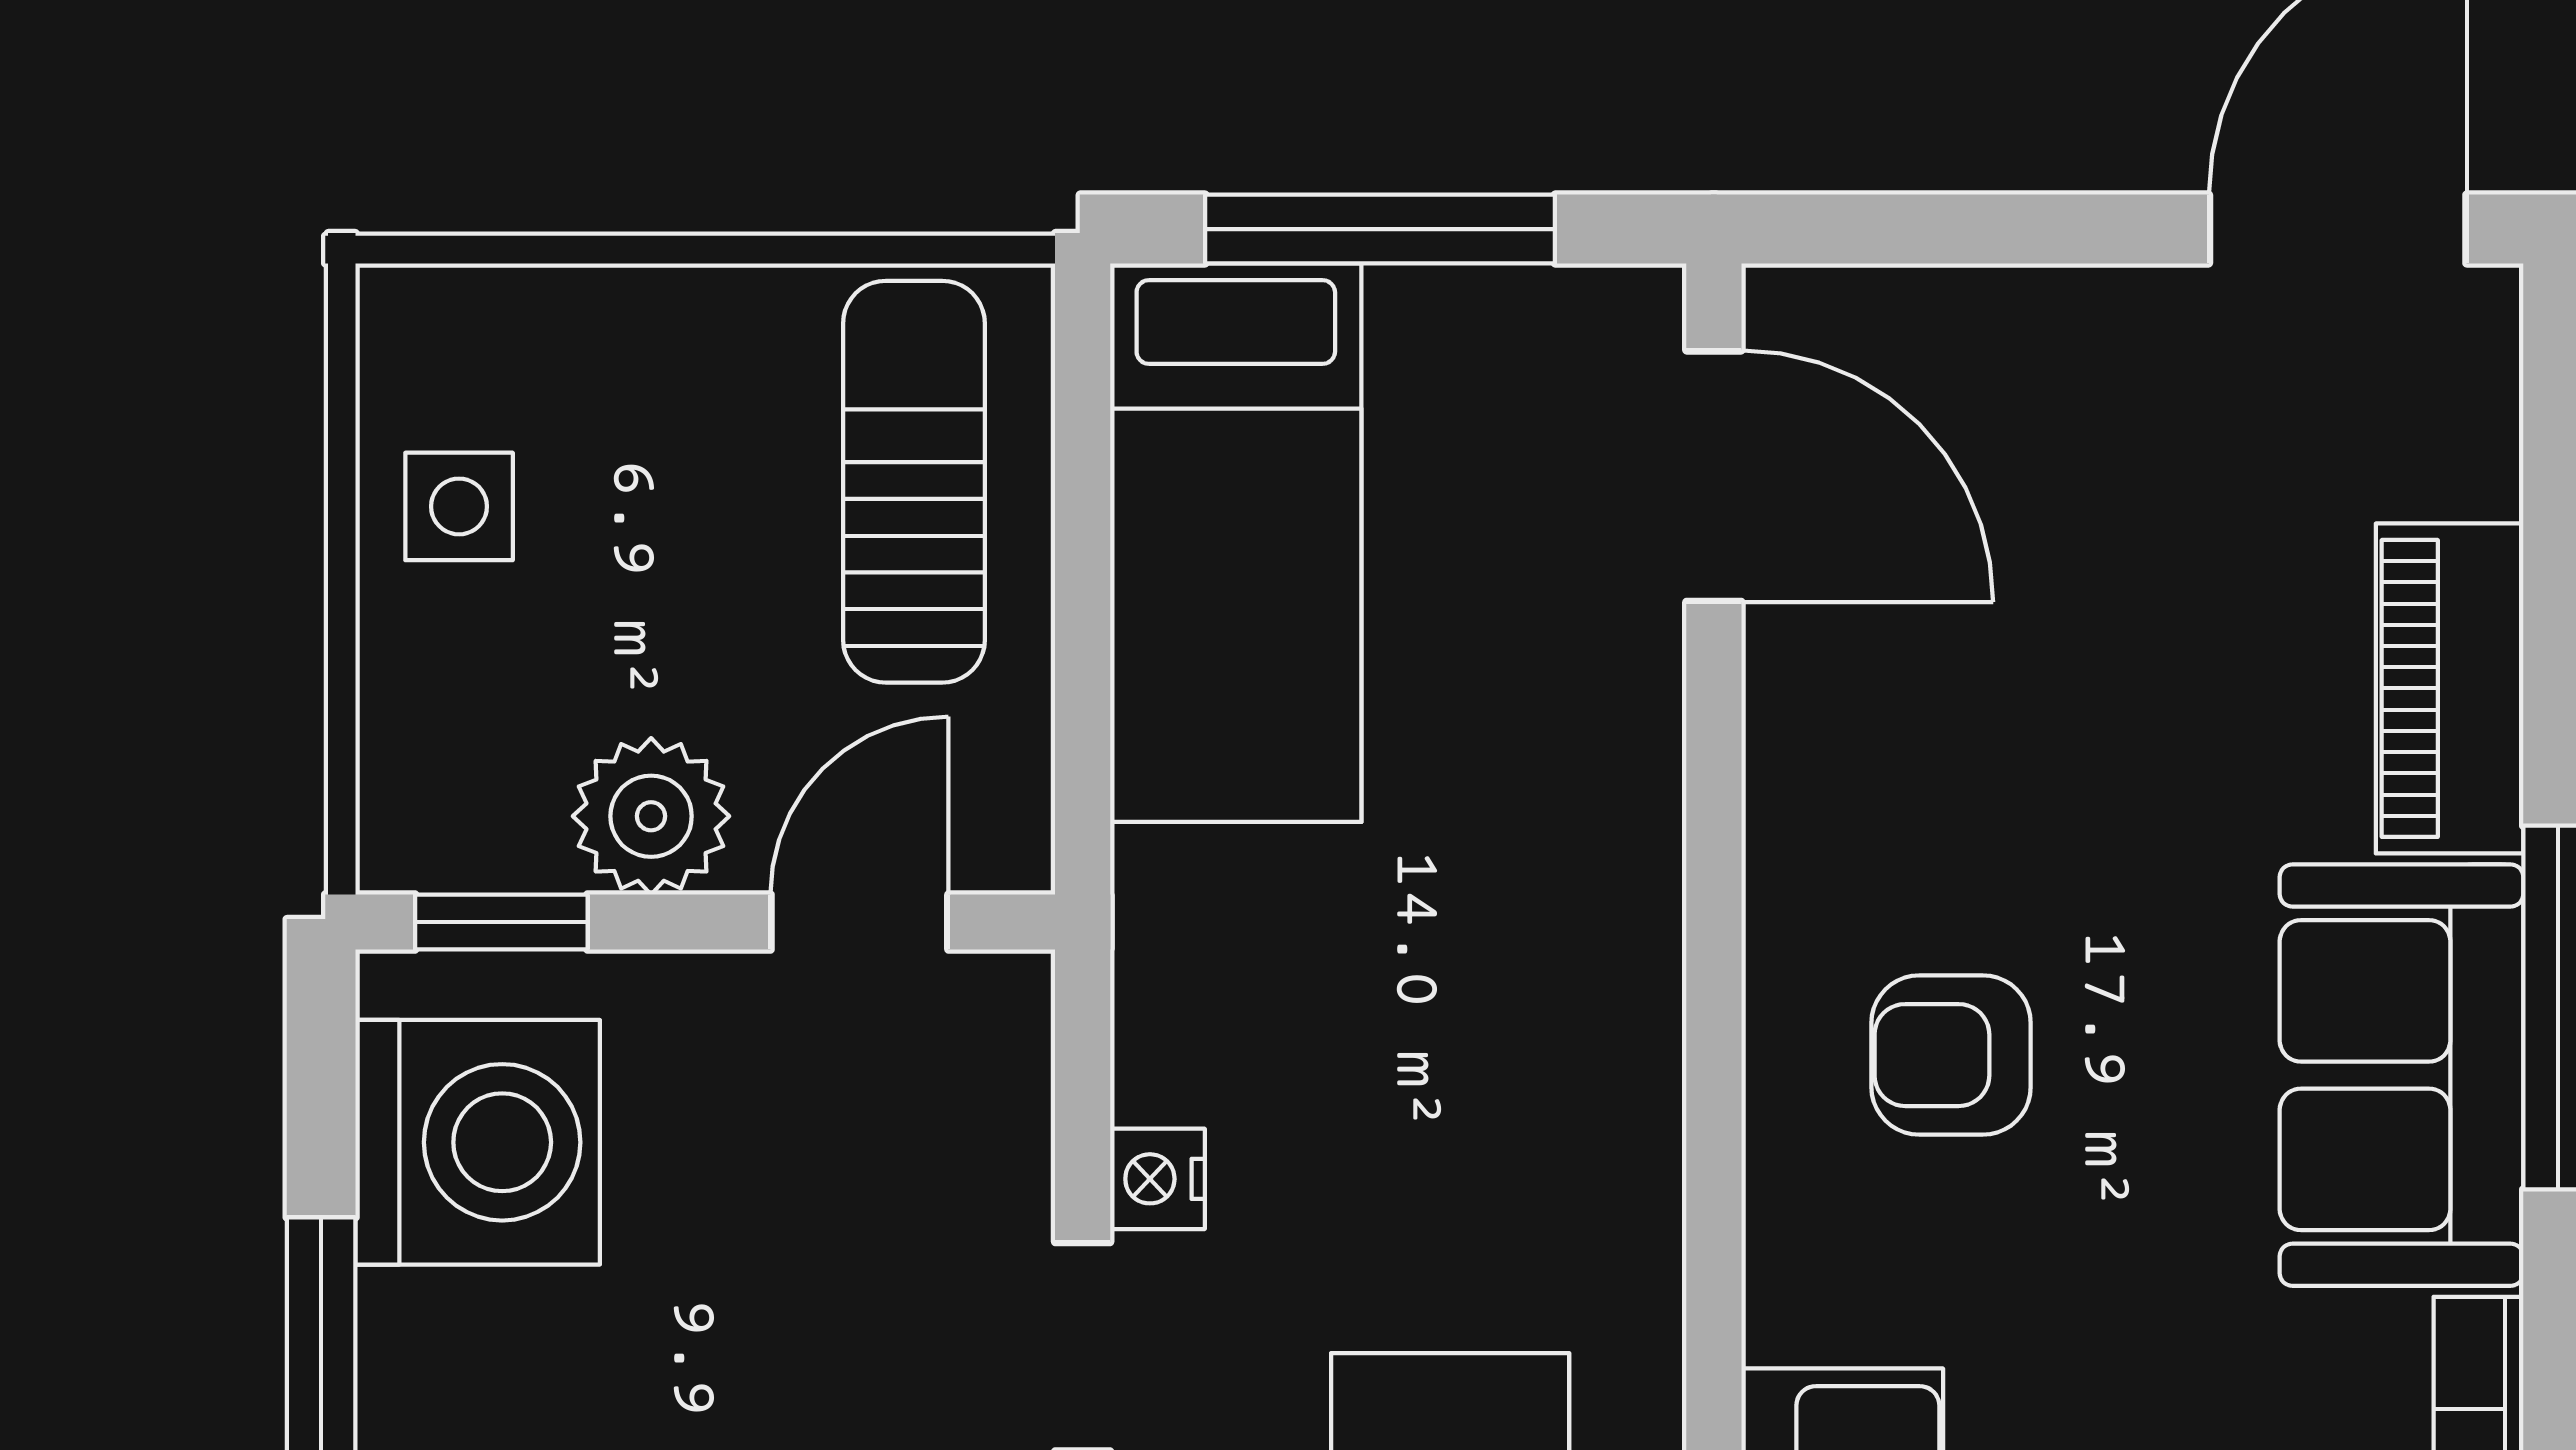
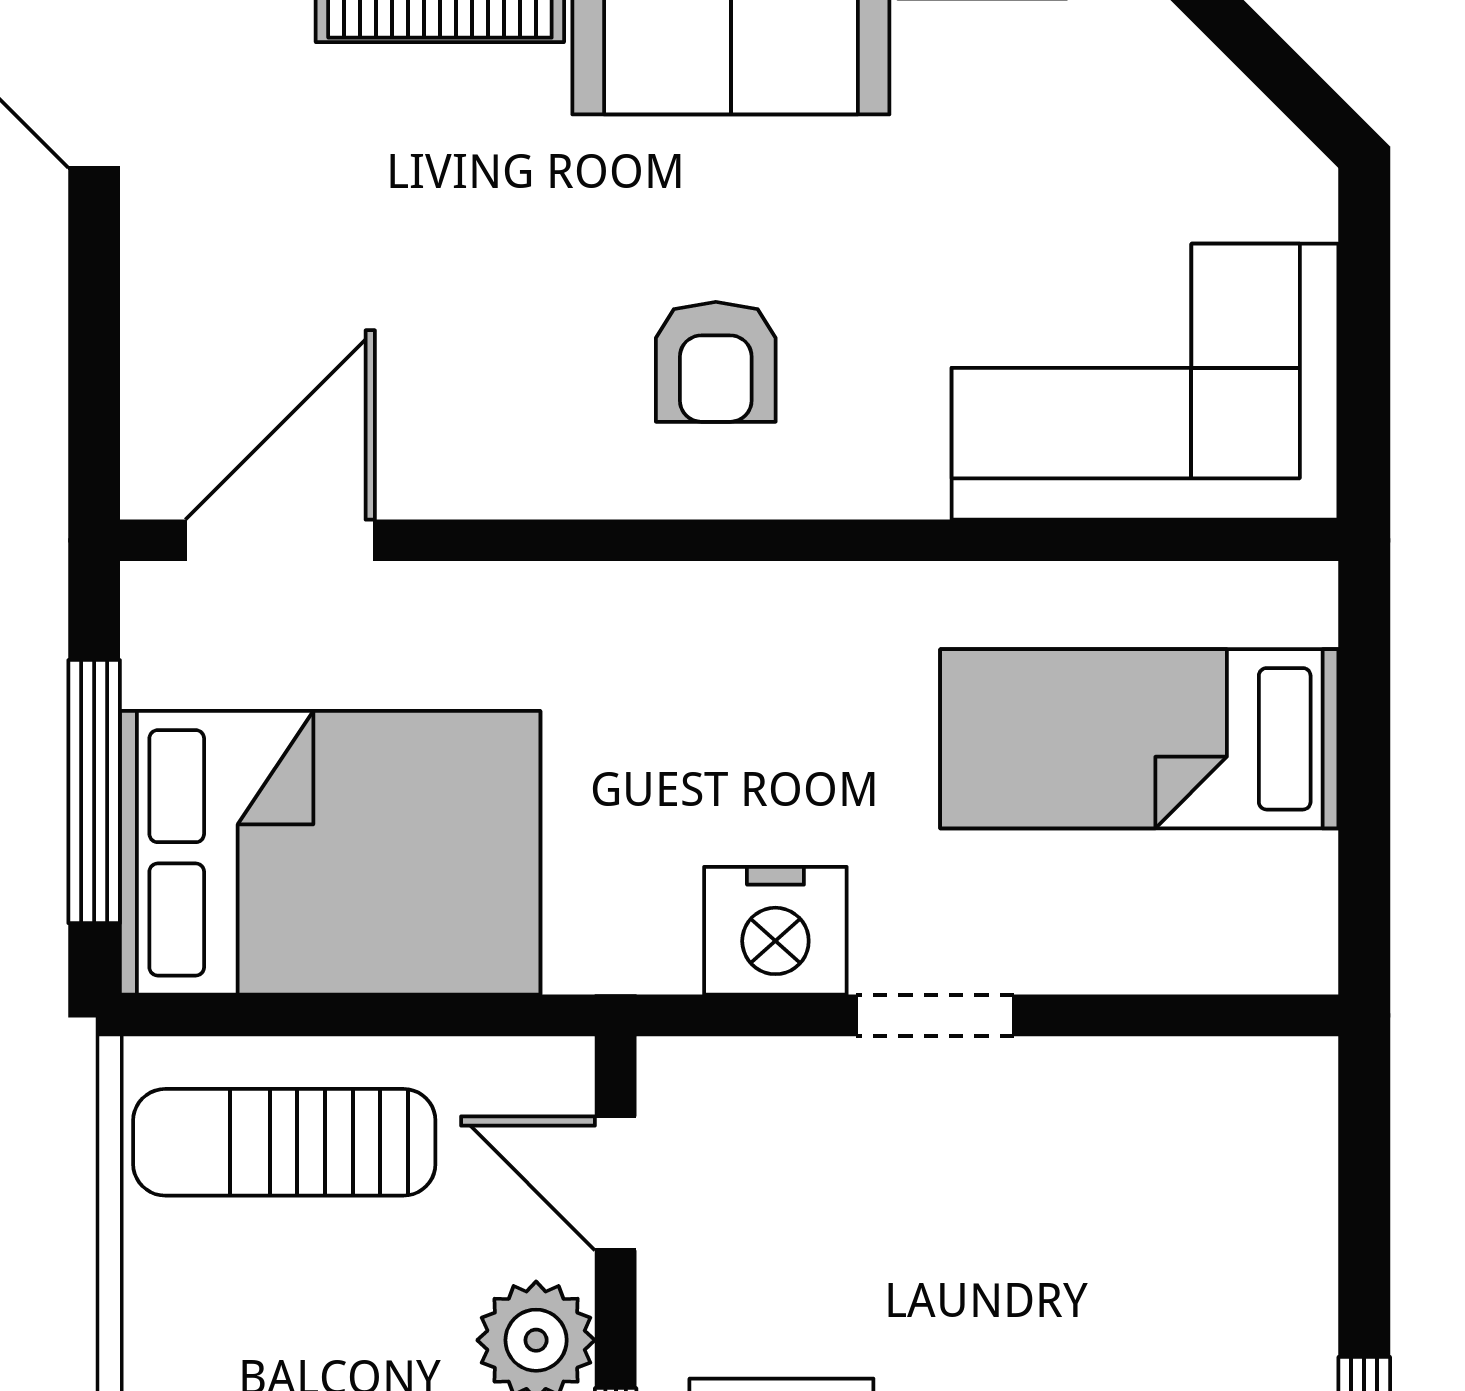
bed: (1236, 543) -> (330, 853), width x1.50
nightstand: (1157, 1179) -> (775, 931), width x1.89, depth x1.79

